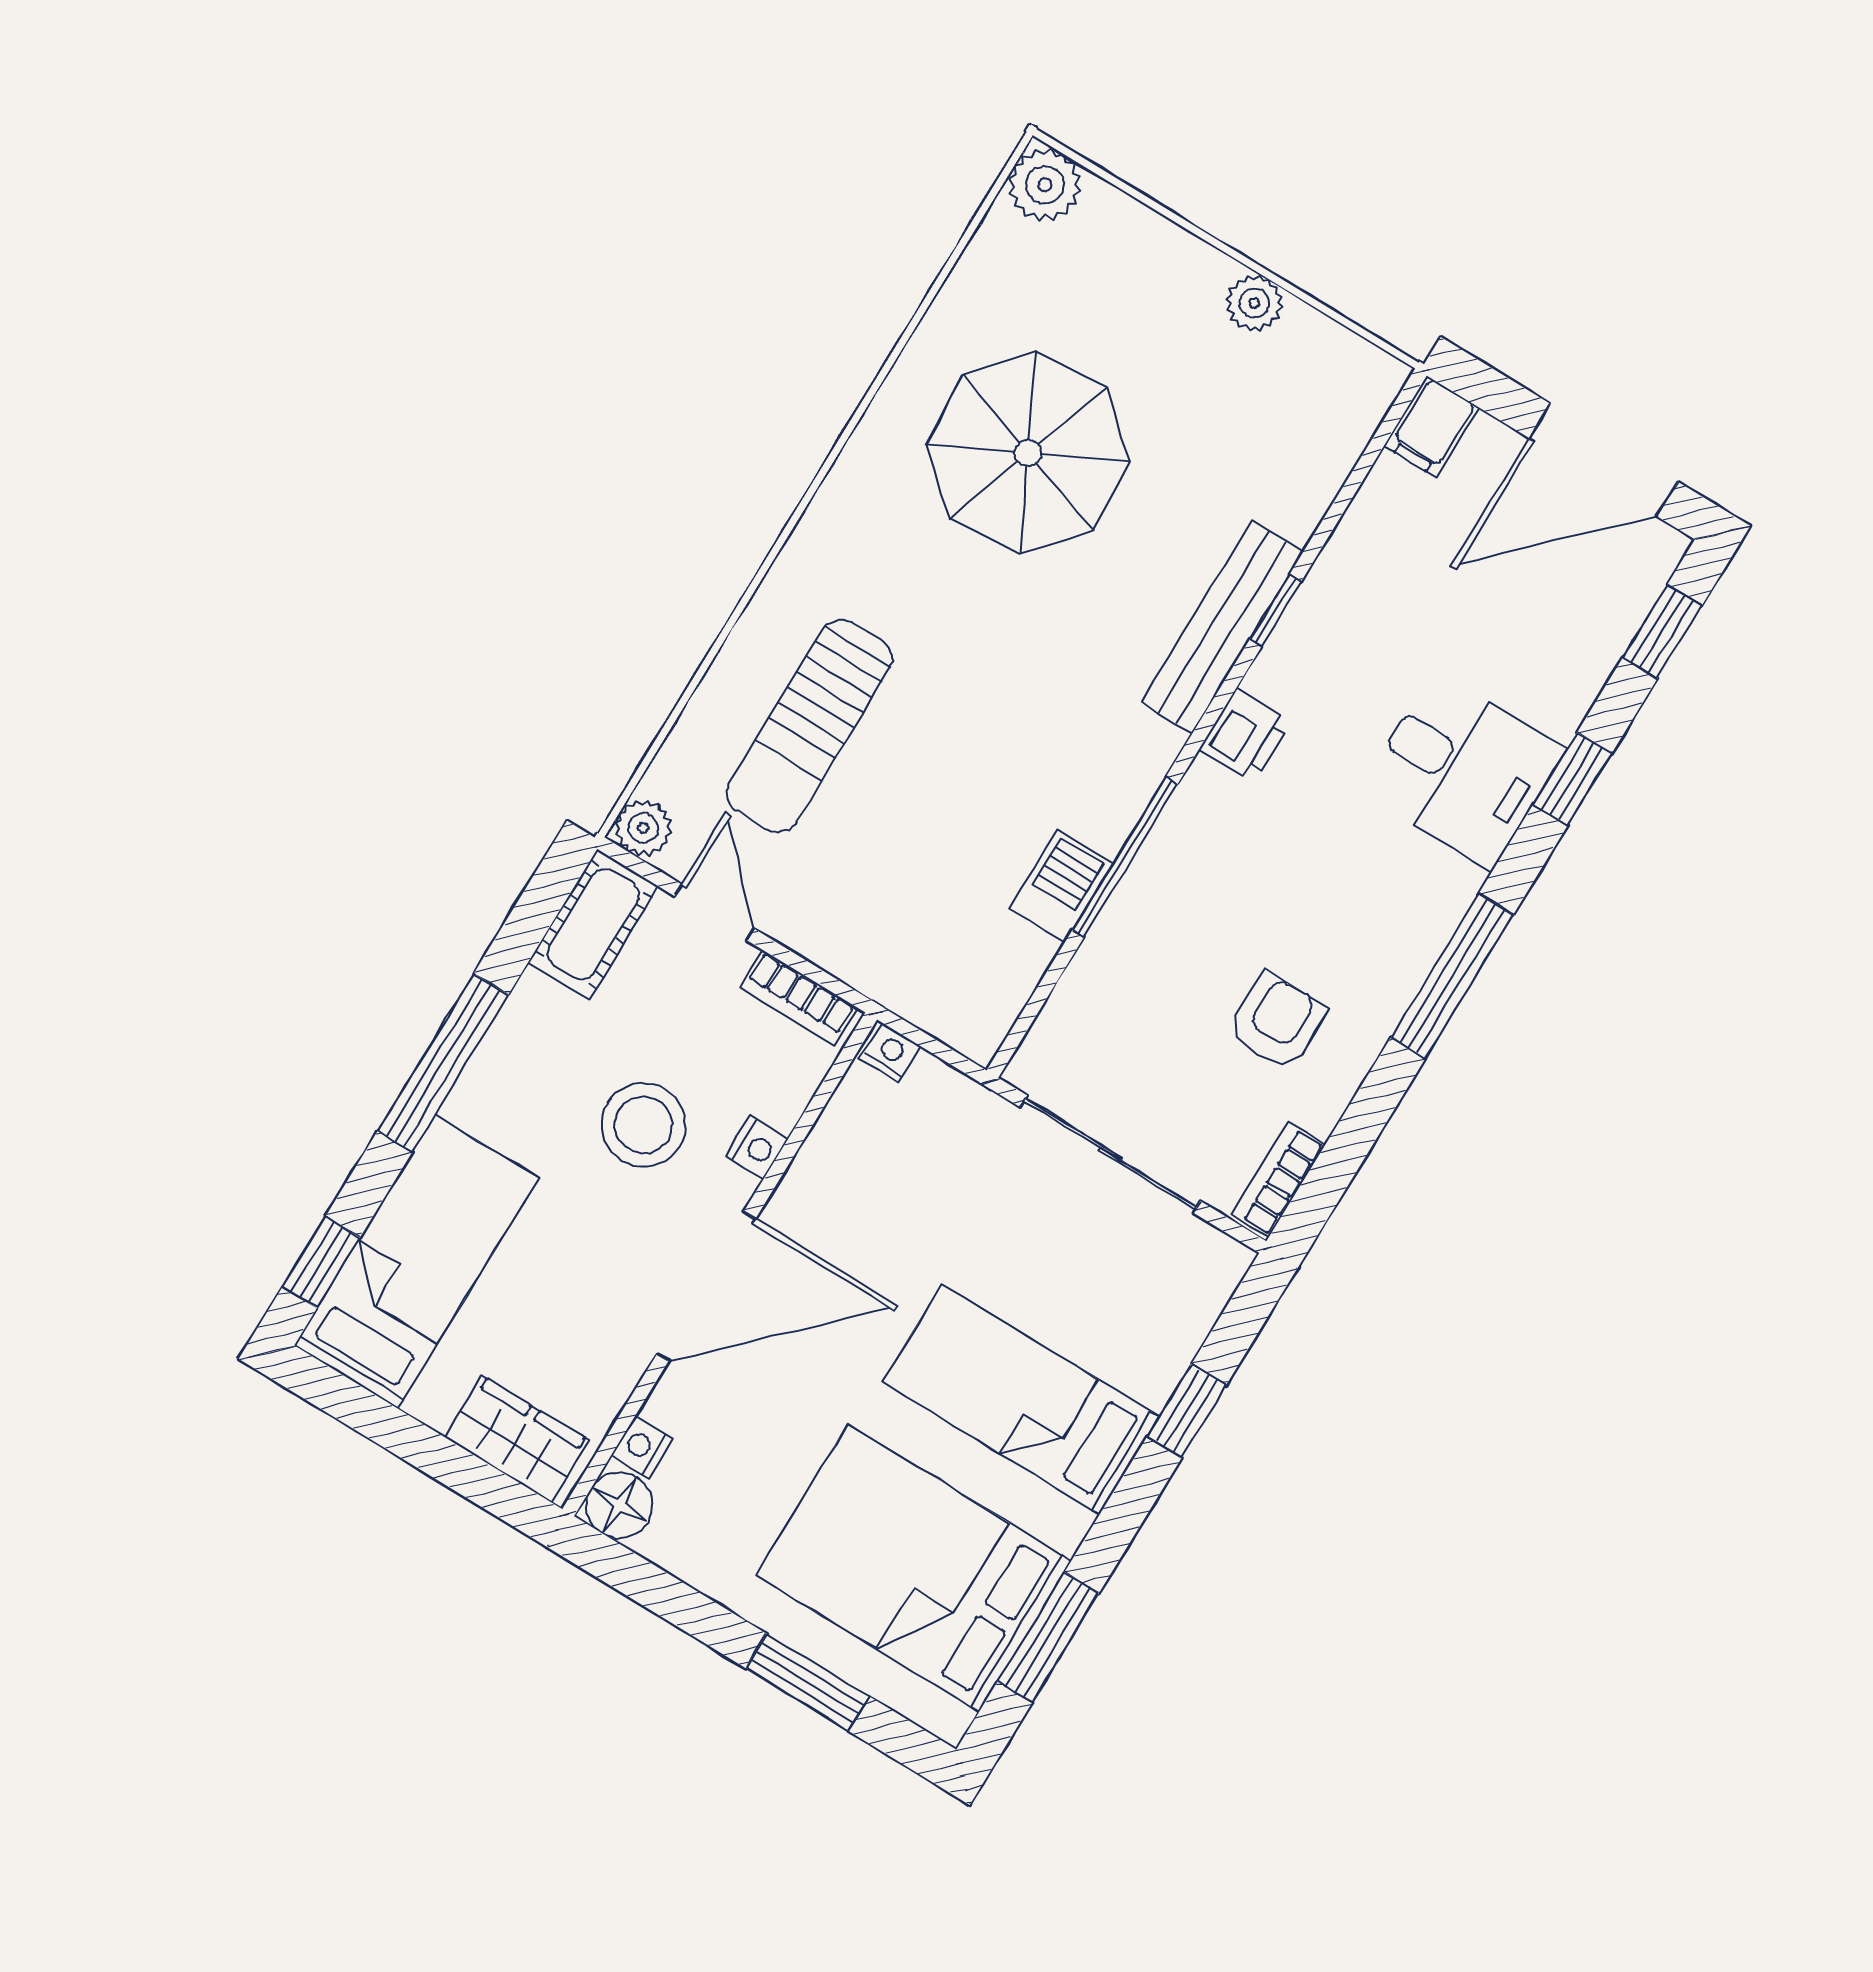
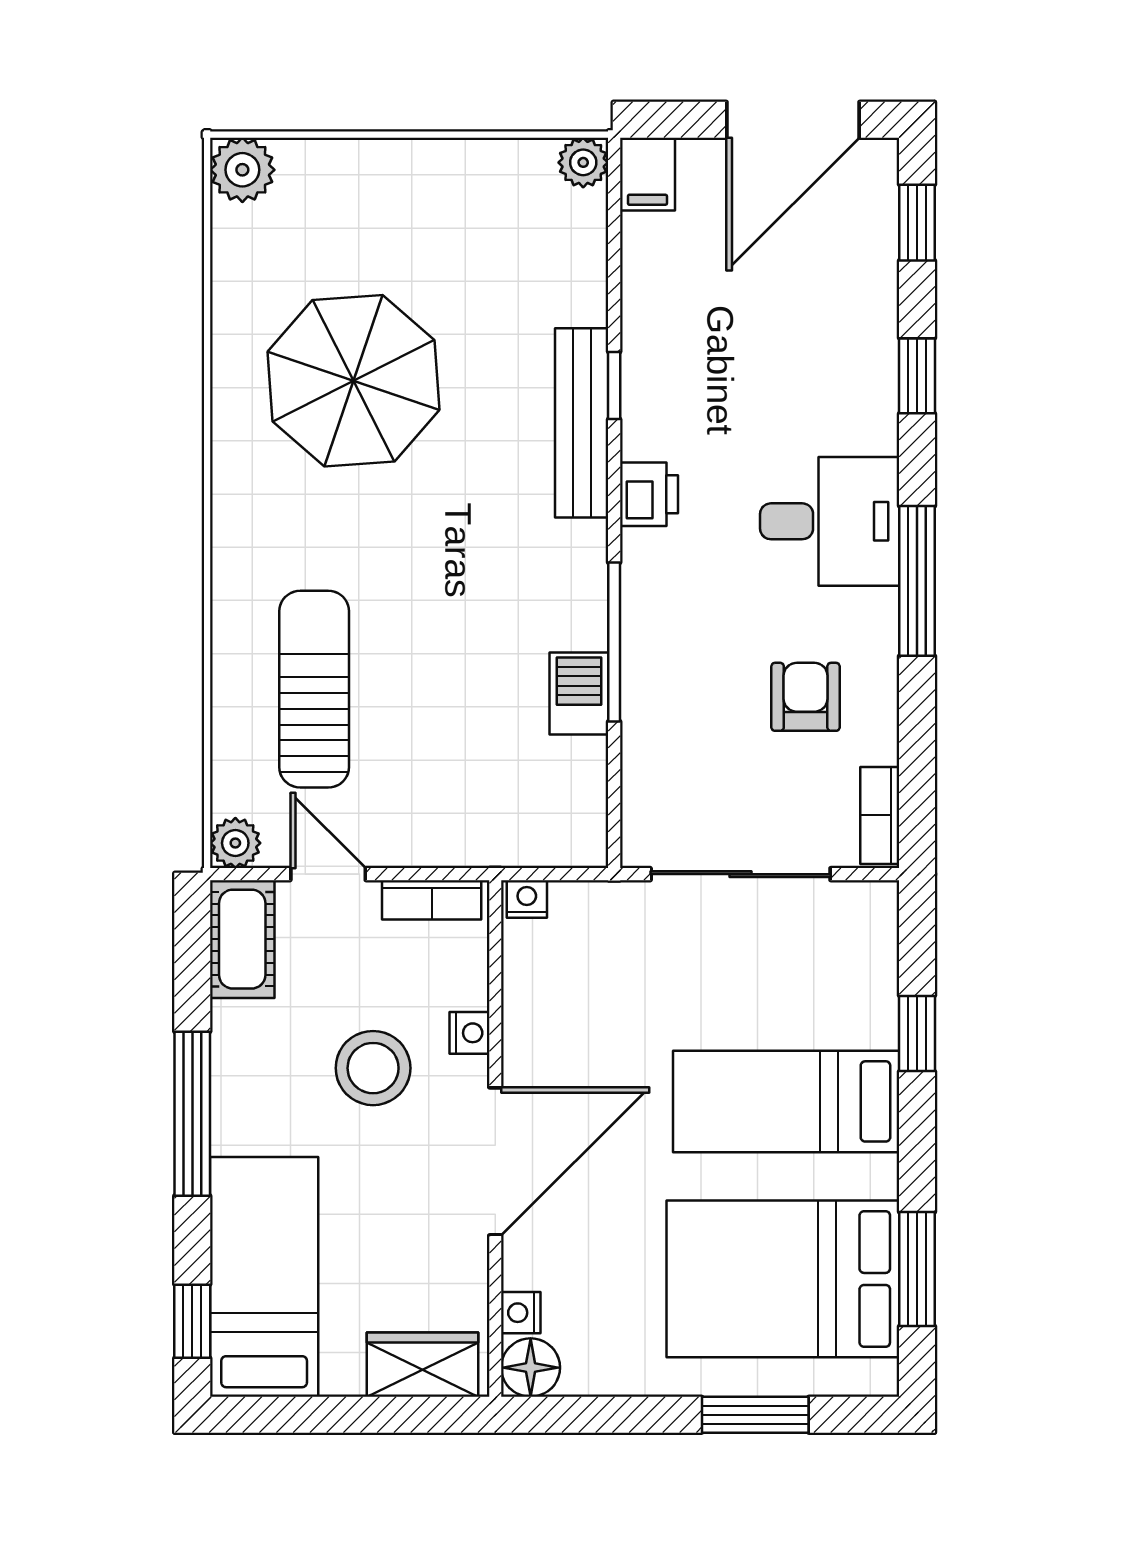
plant: (1254, 303) -> (583, 162), moved
sun lounger: (809, 726) -> (314, 689), turned 180
desk: (1462, 770) -> (830, 521), moved

